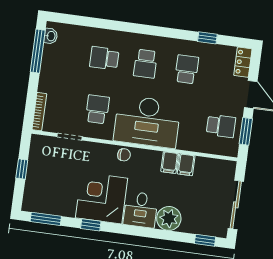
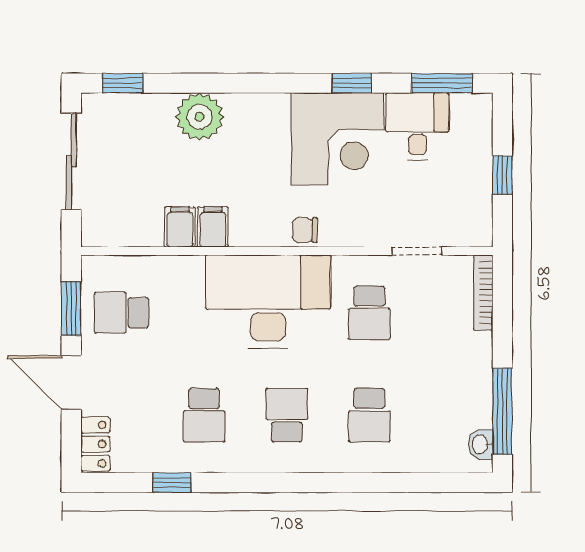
school desk: (104, 58) -> (369, 415), turned 90
desk: (141, 210) -> (418, 126), moved

